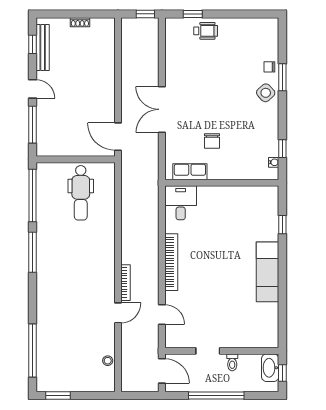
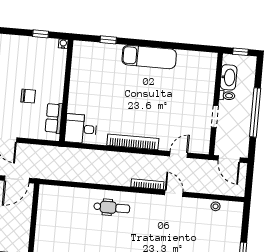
water cooler: (274, 162) -> (63, 44), moved
dental chair: (81, 193) -> (112, 208), moved, width x0.73, depth x0.72
washbasin: (270, 368) -> (229, 77), moved, turned -90
door: (162, 371) -> (229, 159), swing flipped

